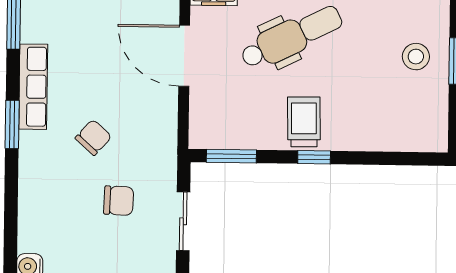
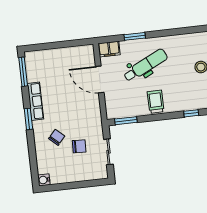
chair: (93, 137) -> (57, 137), moved
window: (314, 157) -> (191, 113), moved

